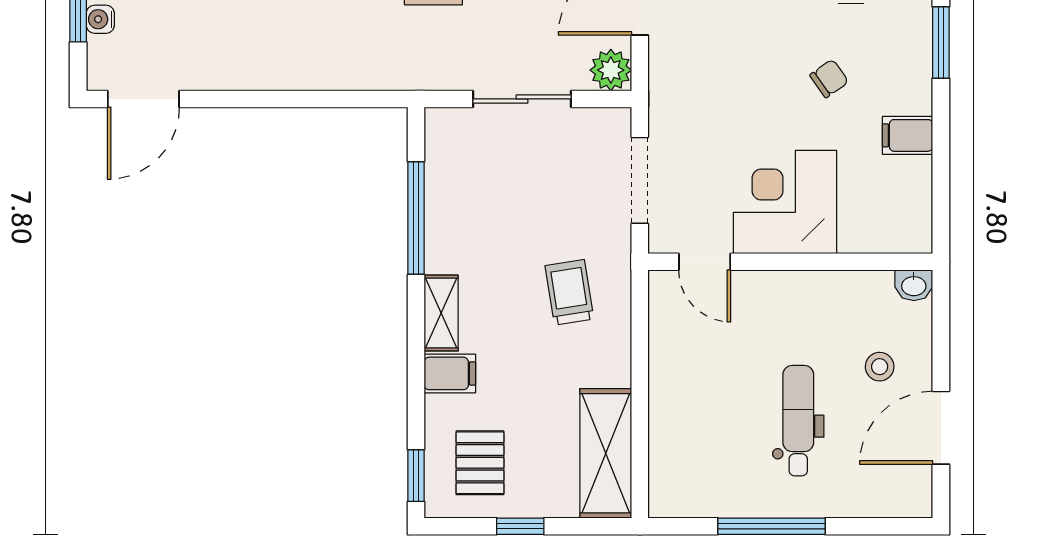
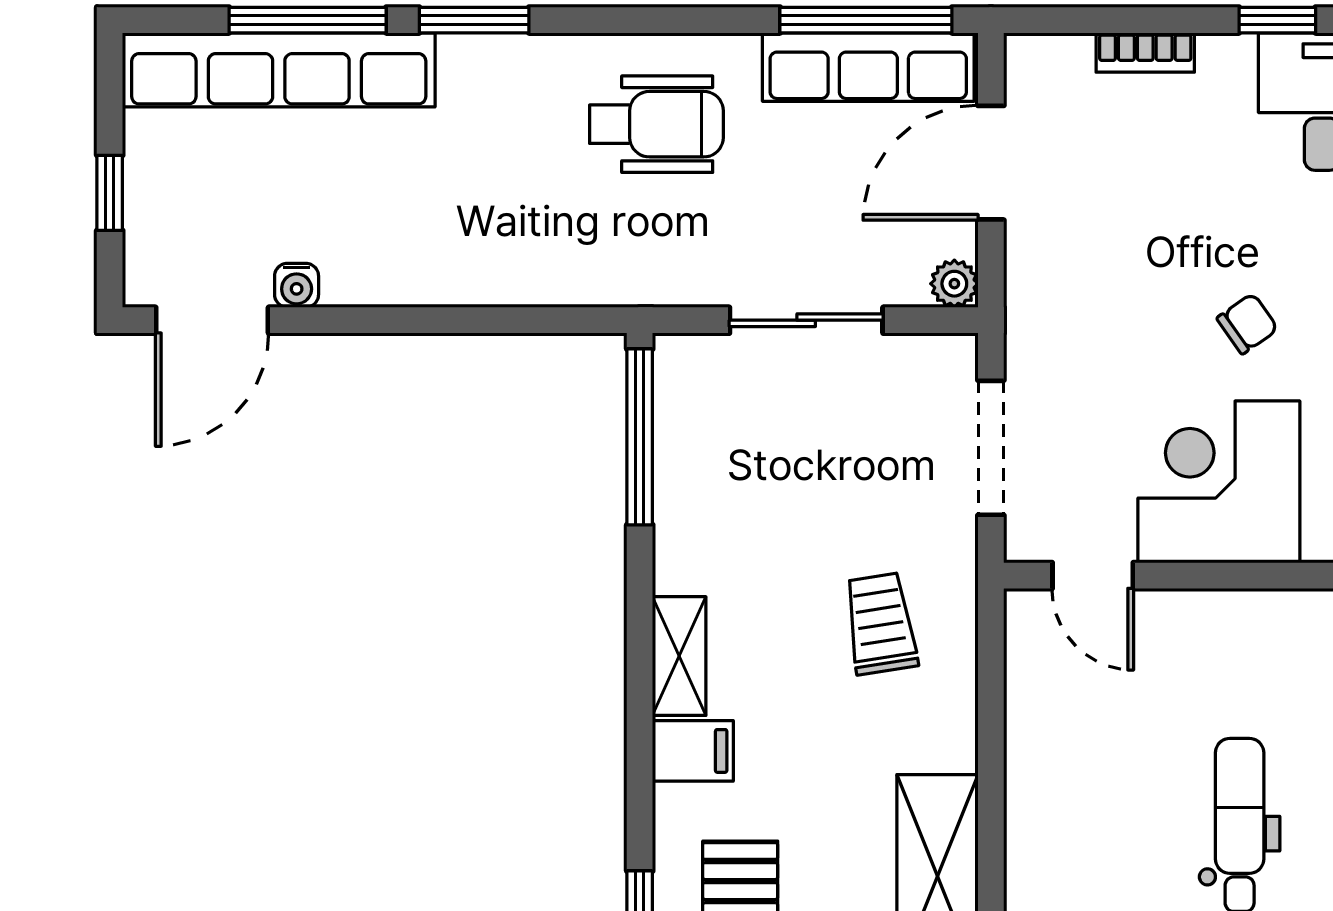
water cooler: (100, 19) -> (297, 285), moved, turned -90
plant: (611, 70) -> (954, 284), width x0.73, depth x0.73
chair: (829, 78) -> (1247, 324), moved
window: (416, 218) -> (640, 437), moved

